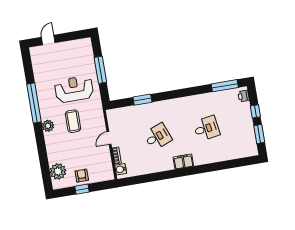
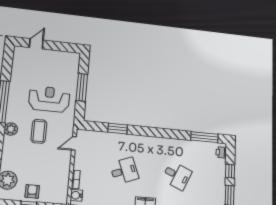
desk: (206, 128) -> (177, 176), turned 33
door: (109, 138) -> (74, 143), moved

